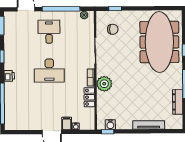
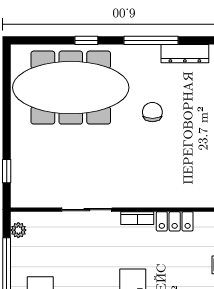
chair: (113, 29) -> (152, 112), moved
plant: (104, 84) -> (149, 193), removed

